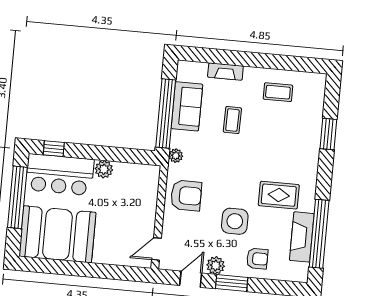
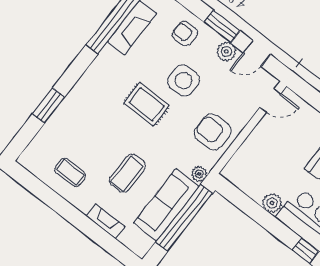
sofa: (187, 106) -> (166, 205), width x1.36
coffee table: (232, 120) -> (127, 173), width x1.36, depth x1.30
rug: (279, 195) -> (146, 104), moved

